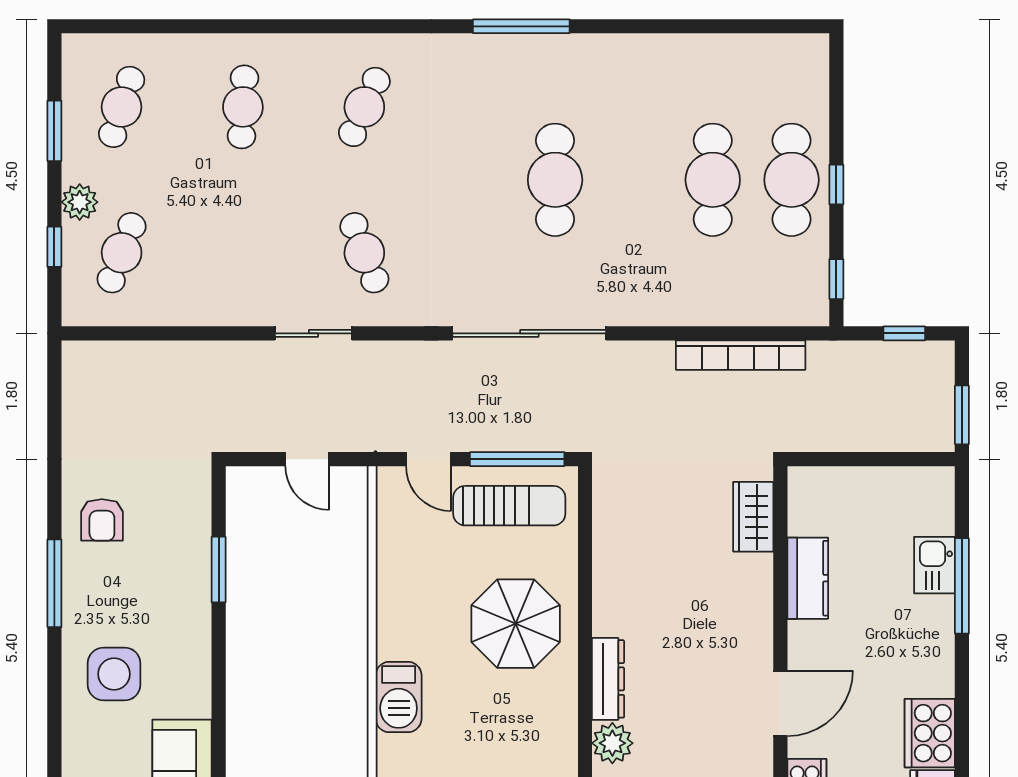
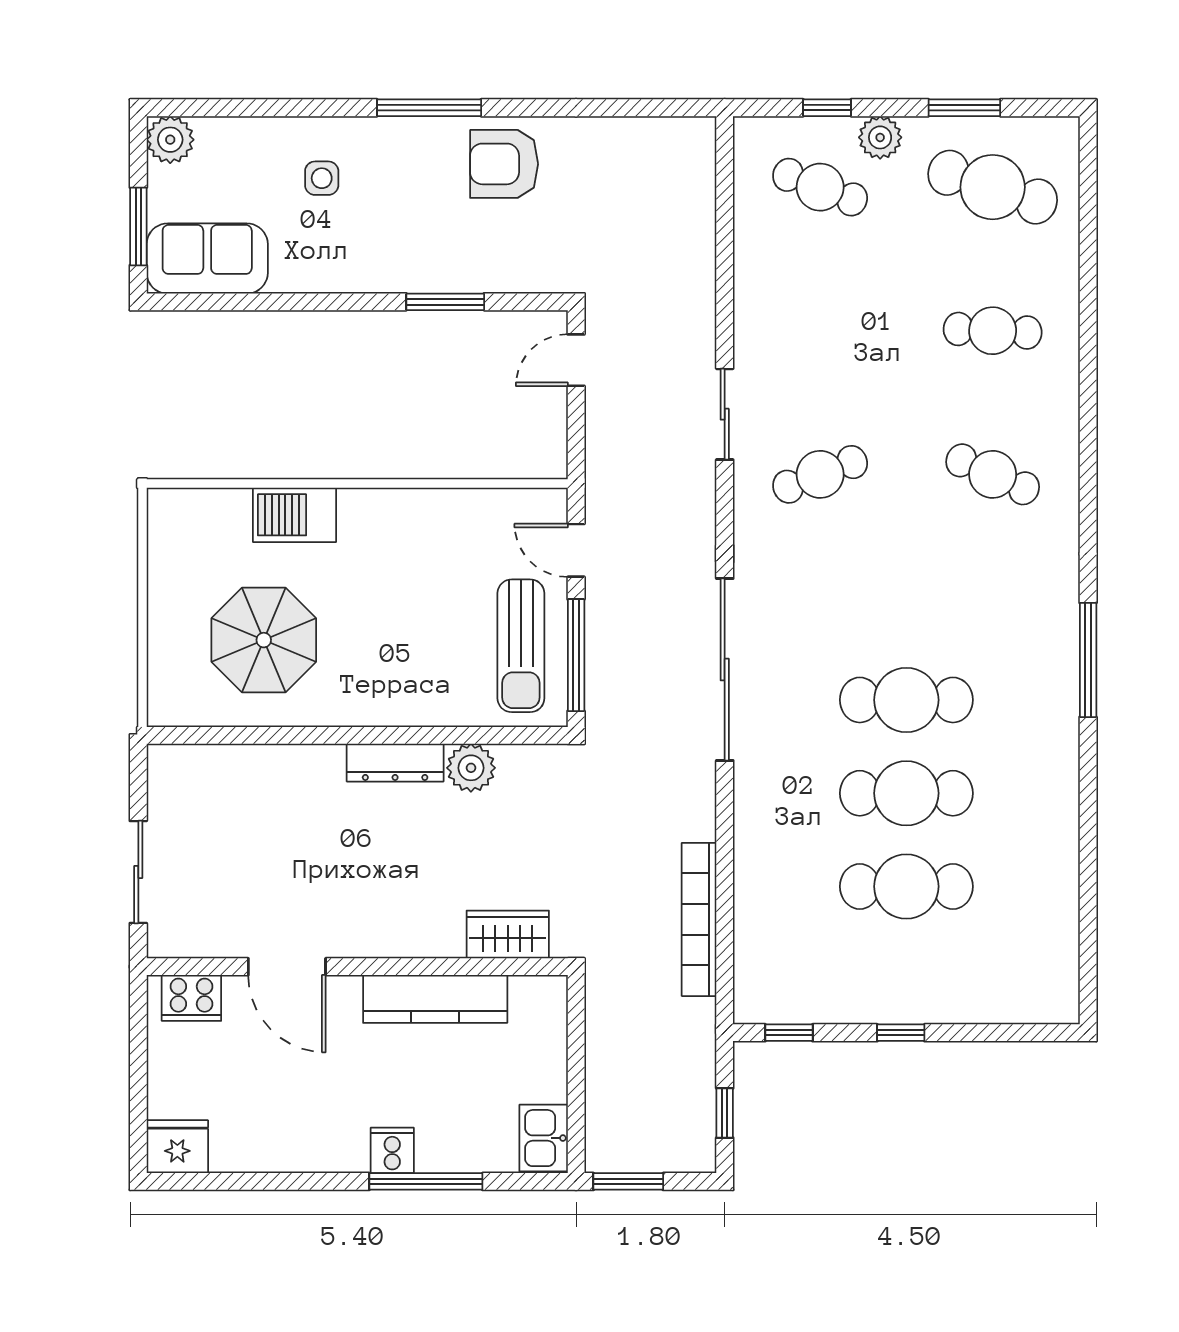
cafe table: (122, 107) -> (993, 187), width x1.37, depth x1.35
cafe table: (792, 180) -> (906, 793), moved
door: (307, 459) -> (576, 360), moved
door: (429, 459) -> (576, 550), hinge flipped
armchair: (102, 520) -> (504, 164), width x1.38, depth x1.38
kitchen sink: (935, 565) -> (544, 1138), moved, turned -90
kitchen counter: (808, 578) -> (435, 999), width x1.50
parasol: (516, 624) -> (264, 640), moved
side table: (114, 674) -> (322, 178), width x0.54, depth x0.54
dresser: (608, 679) -> (395, 763), moved
cooker: (930, 733) -> (392, 1150), moved, width x0.53, depth x0.76
plant: (612, 743) -> (471, 768), moved

